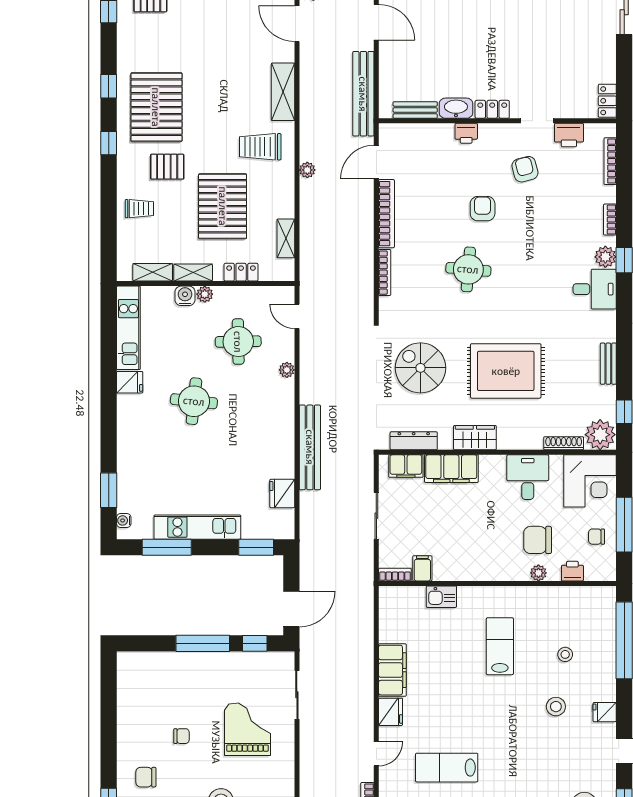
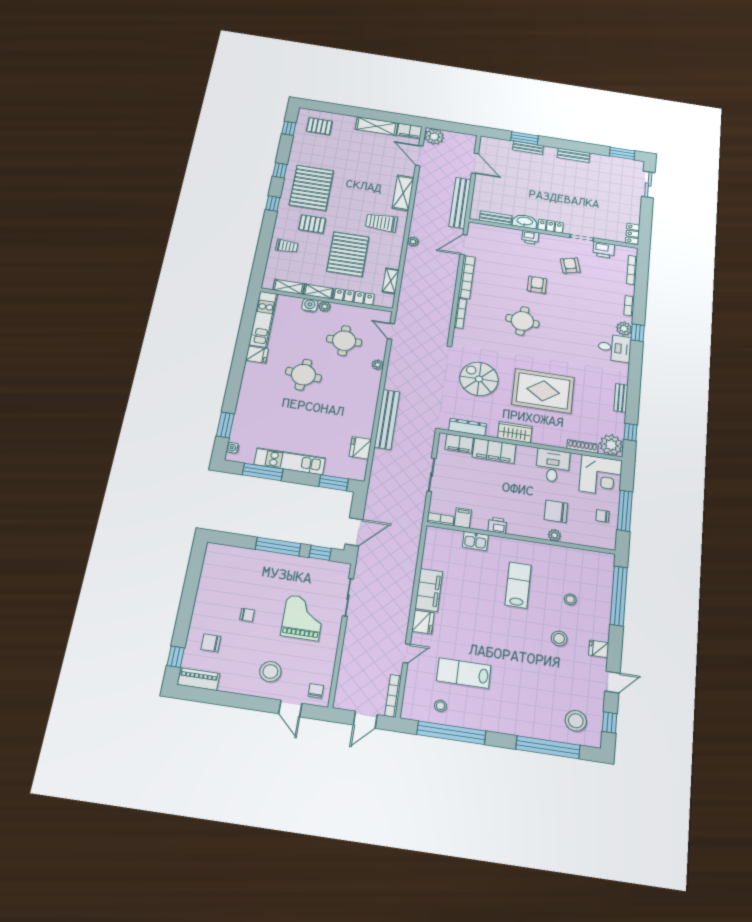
locker: (241, 272) -> (354, 297), width x1.53
printer: (572, 571) -> (497, 525), moved

